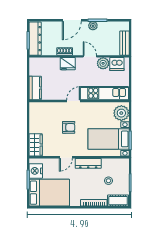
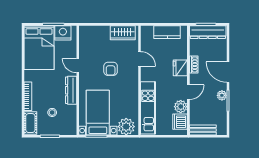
kitchen counter: (35, 88) -> (167, 32), moved
door: (73, 101) -> (139, 59), moved
wardrobe: (36, 145) -> (123, 33), moved

